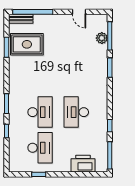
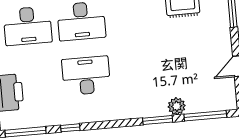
plant: (102, 38) -> (177, 106), moved

